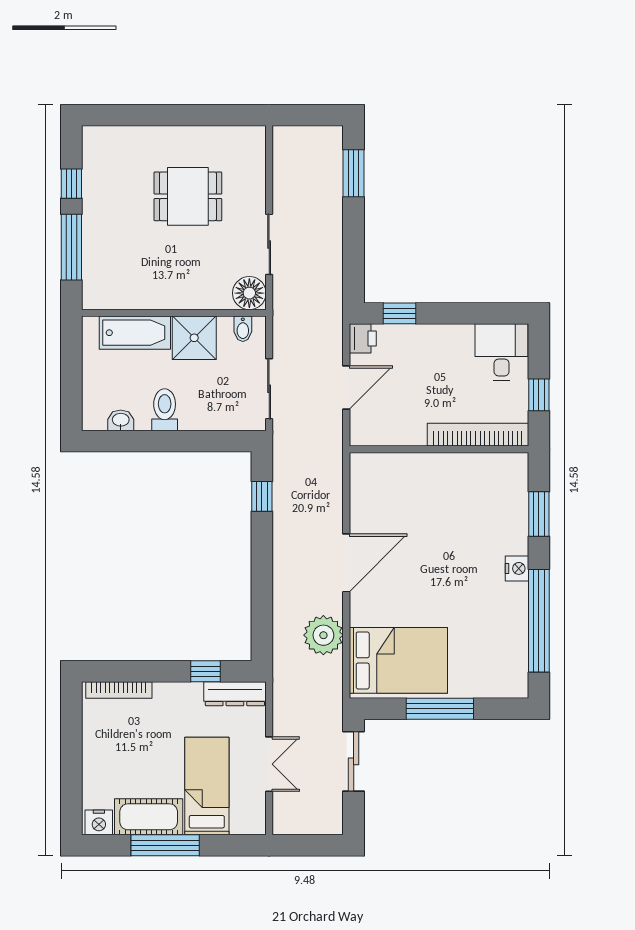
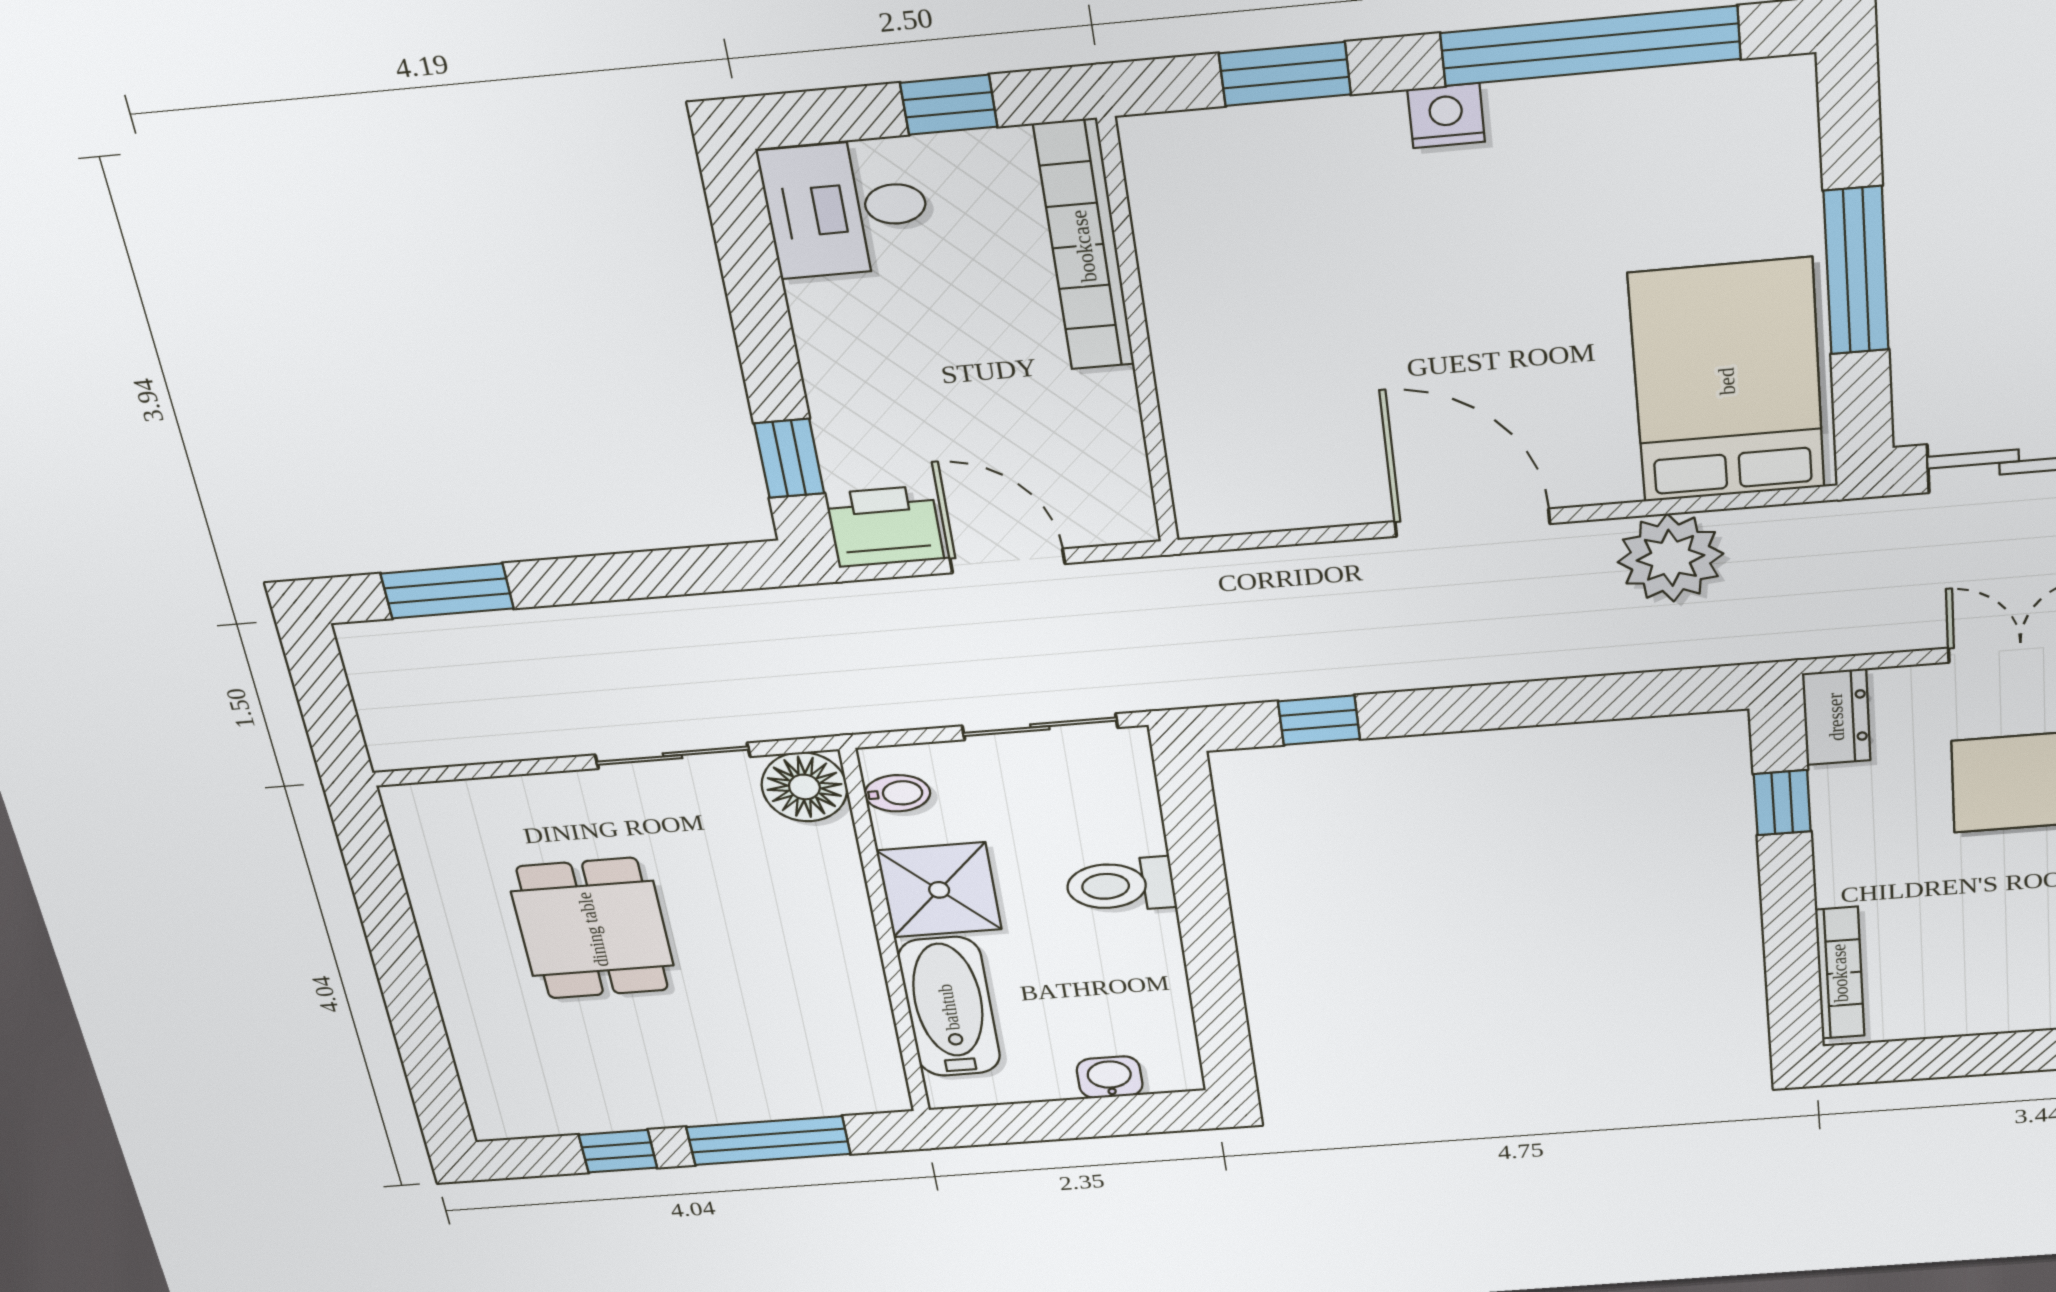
printer: (363, 338) -> (884, 527), width x1.36, depth x1.24
toilet: (165, 410) -> (1120, 885), moved
washbasin: (121, 420) -> (1110, 1077), moved, turned 90
dresser: (235, 694) -> (1836, 717), width x0.70

